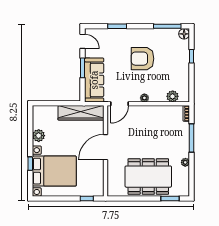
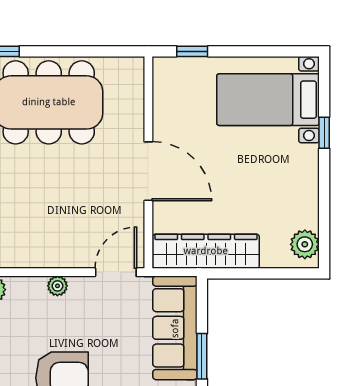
plant: (39, 136) -> (305, 244), moved
door: (106, 147) -> (148, 171), hinge flipped
bed with nightstands: (54, 171) -> (268, 100), width x0.73

